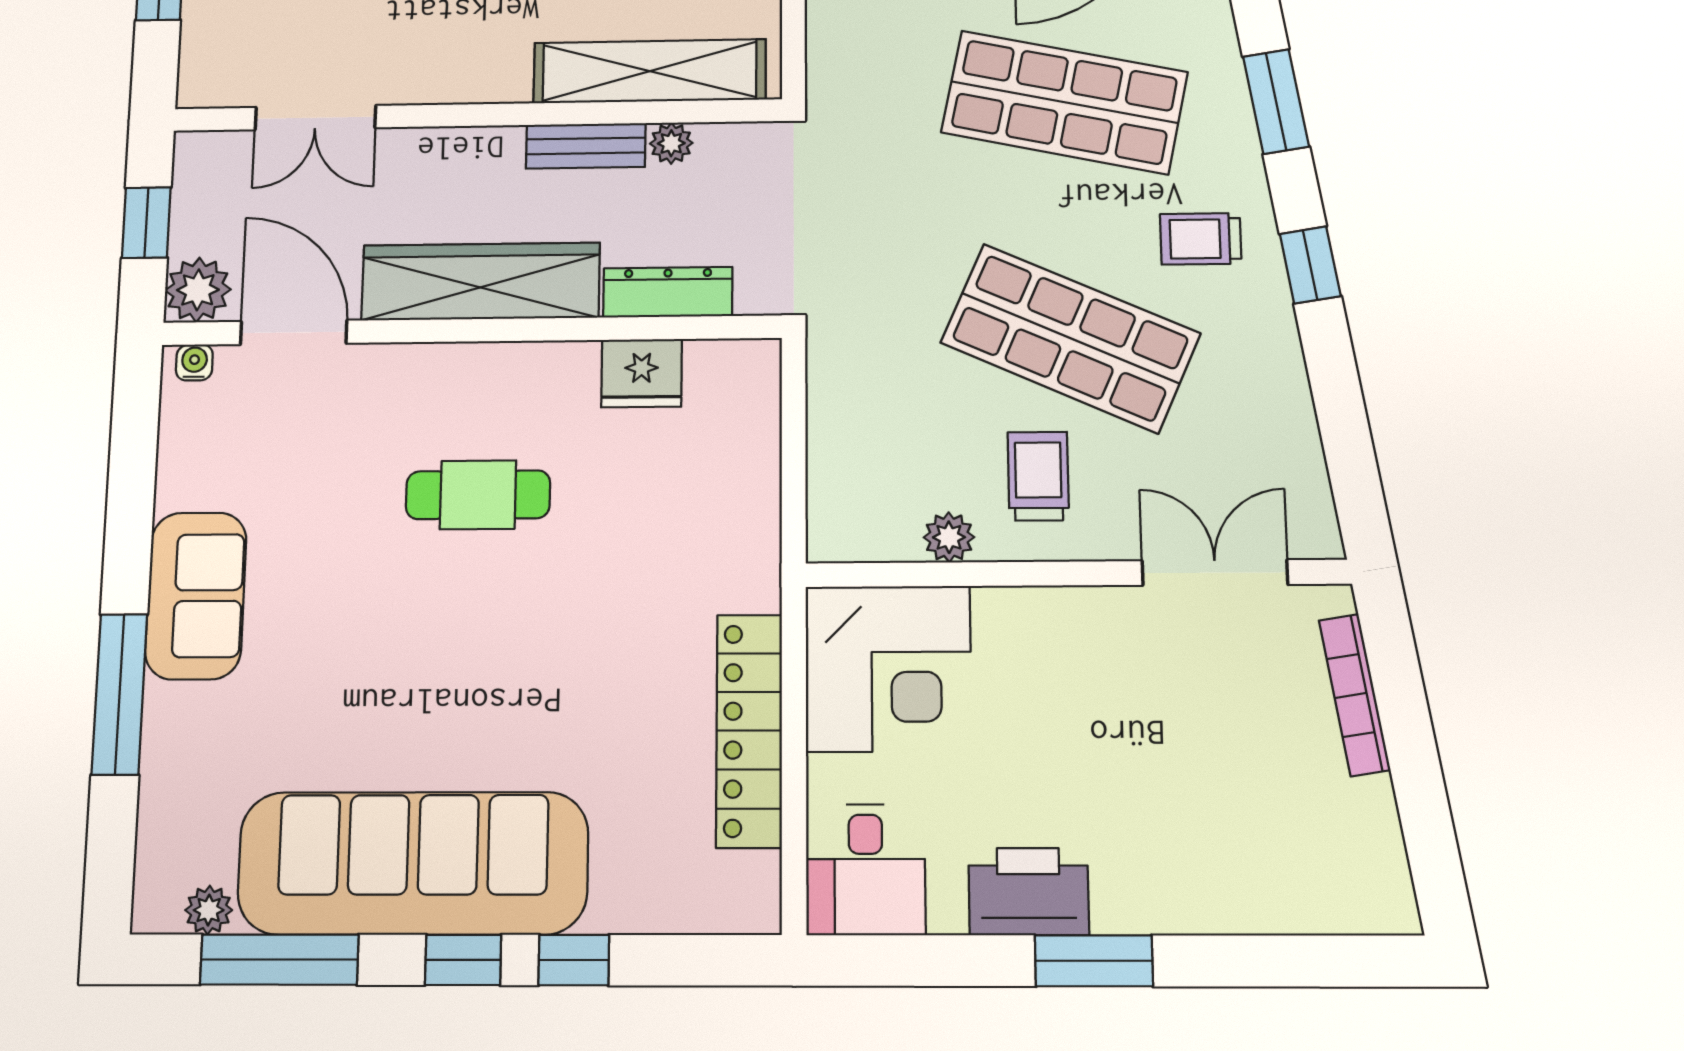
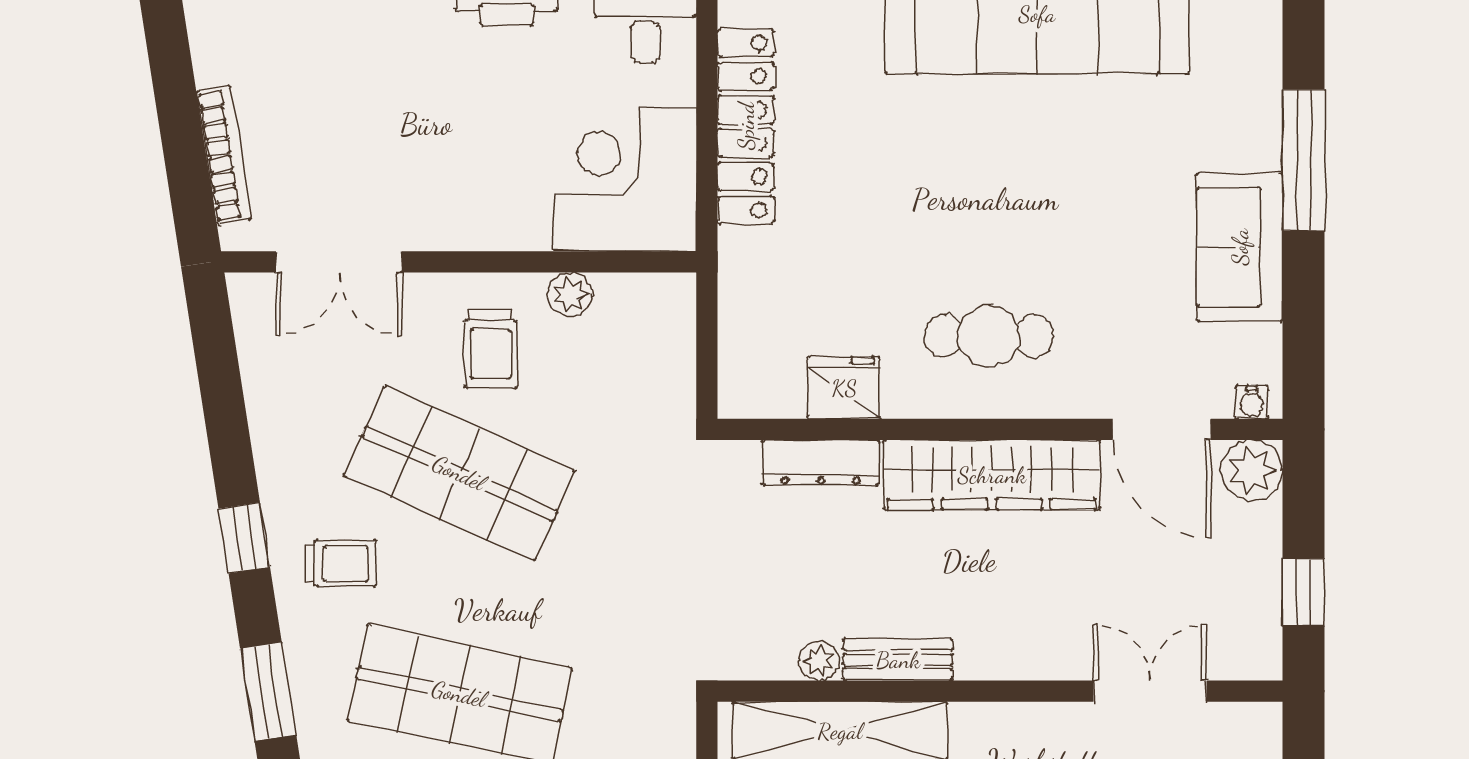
wardrobe: (481, 281) -> (992, 475), moved
plant: (198, 290) -> (1252, 470), moved
dresser: (668, 292) -> (821, 463), moved
wall: (470, 330) -> (1000, 429), moved
door: (294, 332) -> (1162, 429), moved
water cooler: (194, 363) -> (1252, 402), moved
fridge: (642, 373) -> (844, 388), moved

